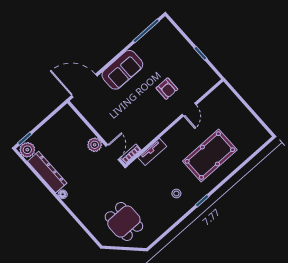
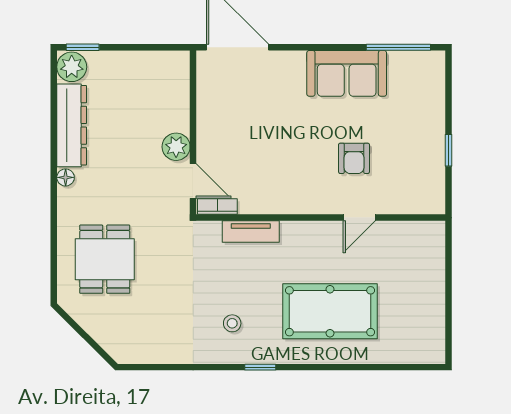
sofa: (122, 70) -> (347, 73), moved
door: (113, 152) -> (193, 181), hinge flipped
dining table: (124, 221) -> (105, 259), moved

